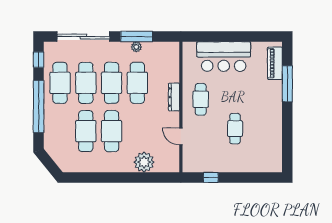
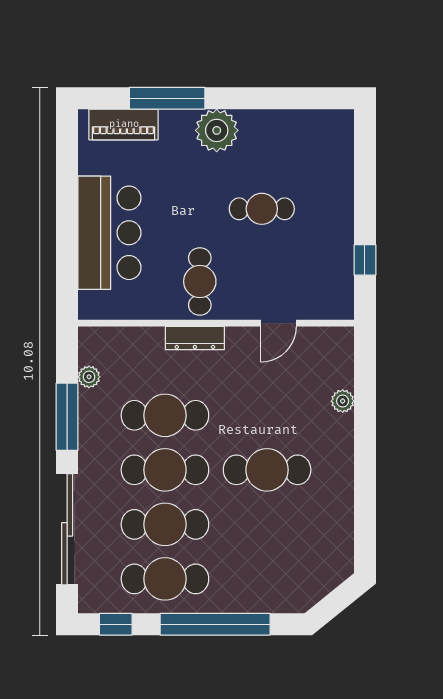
plant: (136, 47) -> (89, 377), moved
cafe table: (201, 99) -> (200, 281), turned 90
plant: (272, 107) -> (217, 130), added
cafe table: (86, 131) -> (267, 524), removed
plant: (144, 162) -> (343, 401), width x0.53, depth x0.53

